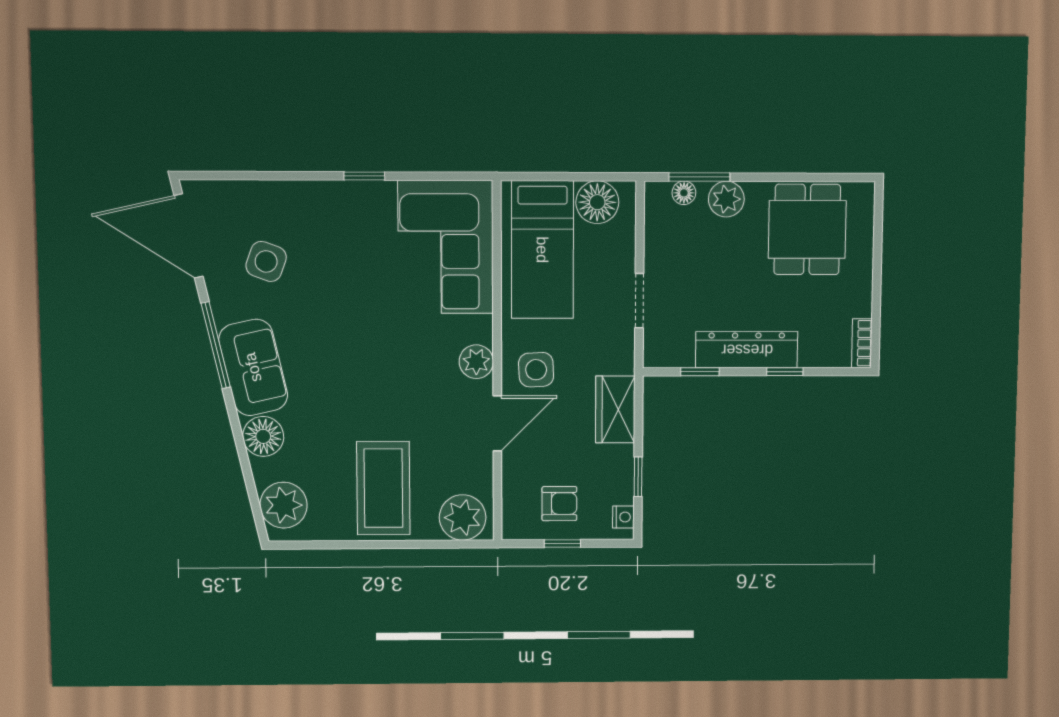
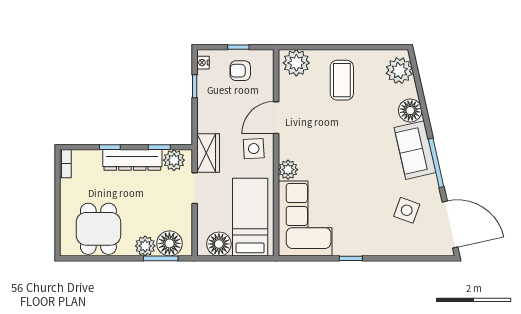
floor lamp: (684, 193) -> (169, 243), width x1.89, depth x1.89
plant: (675, 349) -> (174, 160), added
plant: (476, 362) -> (288, 170), moved
wardrobe: (615, 409) -> (208, 153), moved
coffee table: (383, 488) -> (342, 80), width x0.73, depth x0.76

